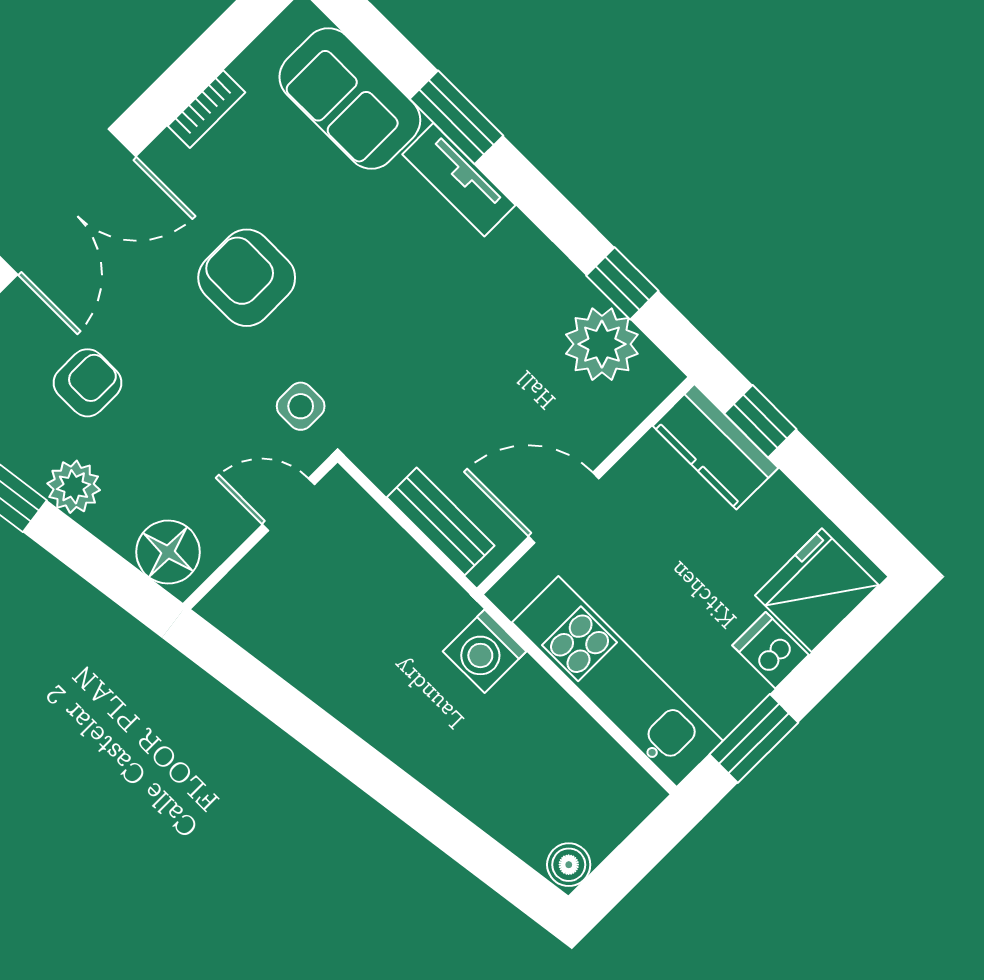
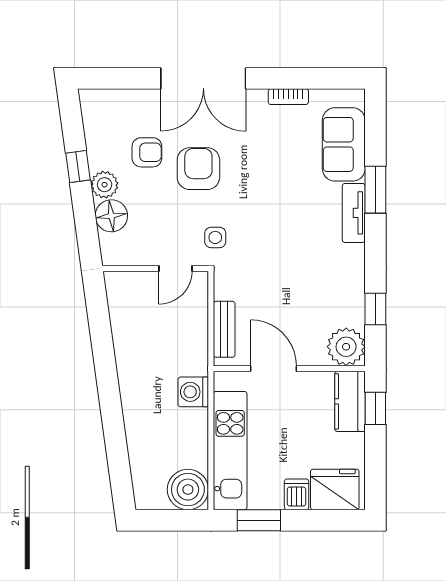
armchair: (247, 278) -> (198, 169), moved
plant: (602, 344) -> (346, 347), moved
door: (288, 505) -> (175, 268), swing flipped
floor lamp: (168, 552) -> (111, 216), moved
boiler: (569, 865) -> (188, 490), moved, width x1.86, depth x1.86

